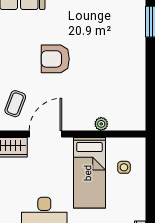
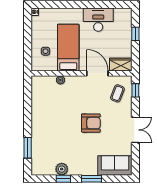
door: (45, 134) -> (97, 73), swing flipped

